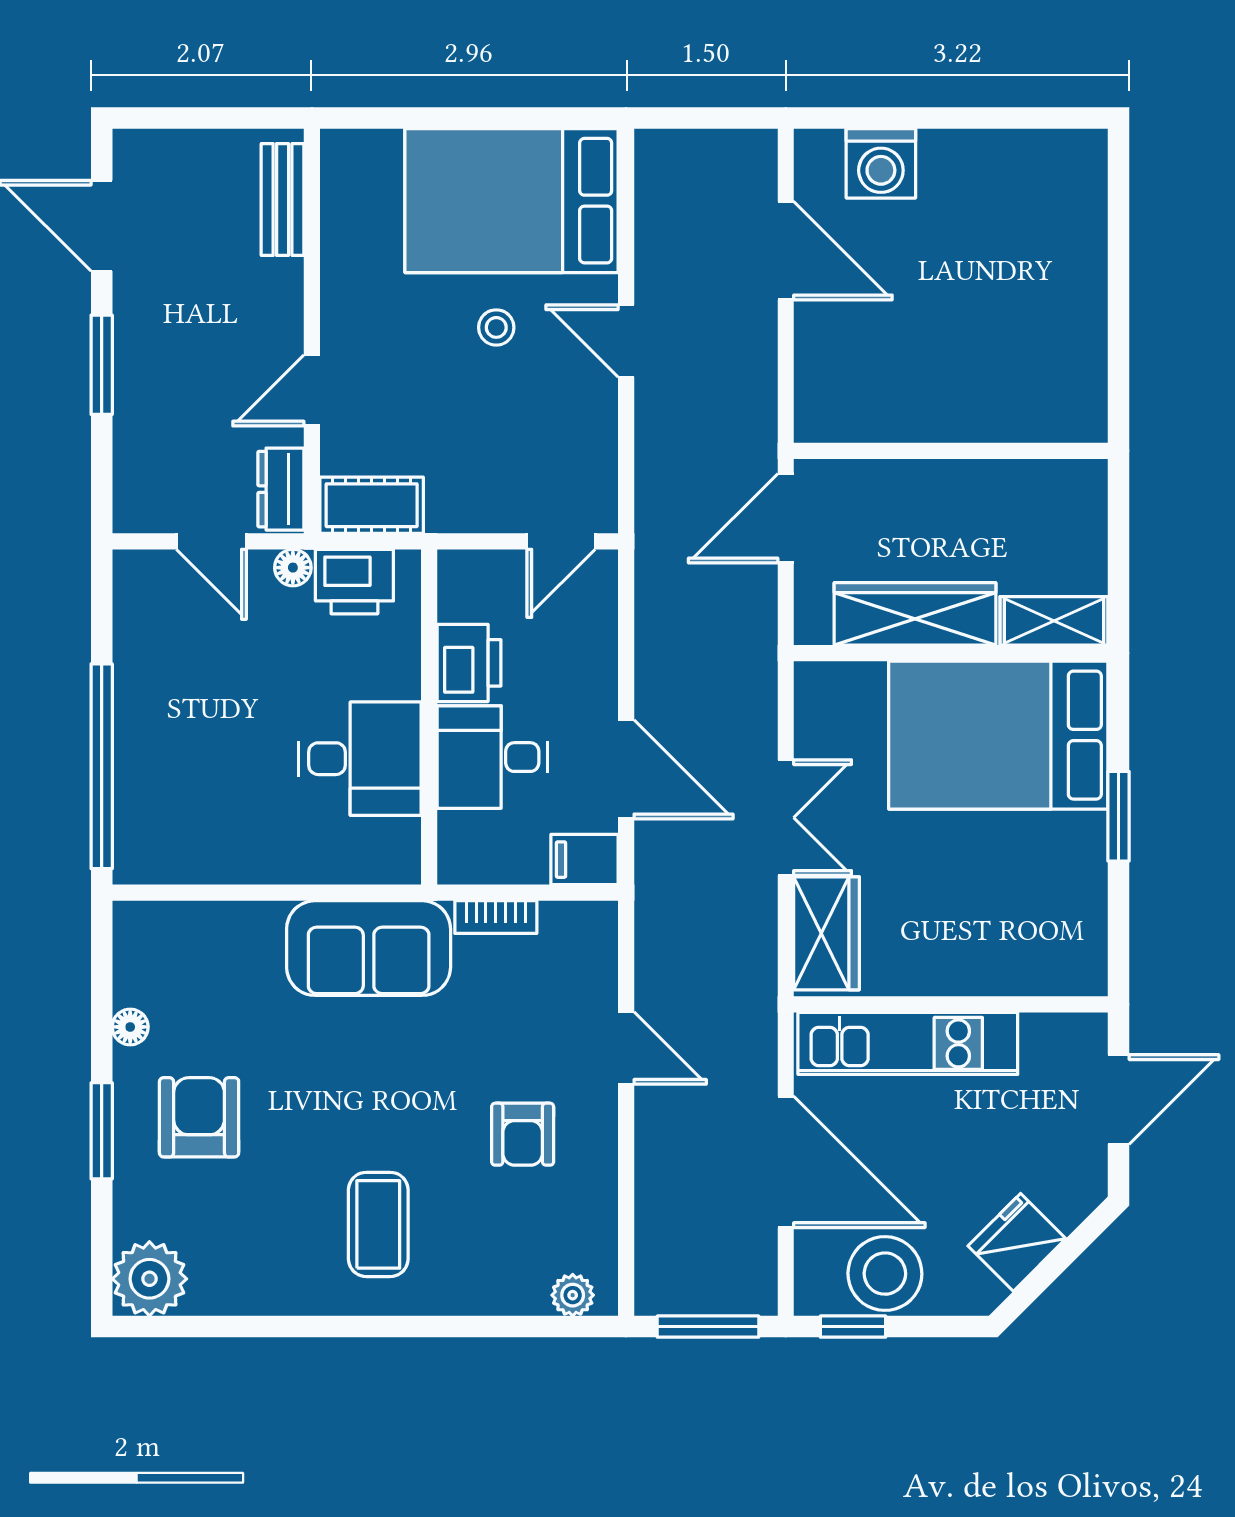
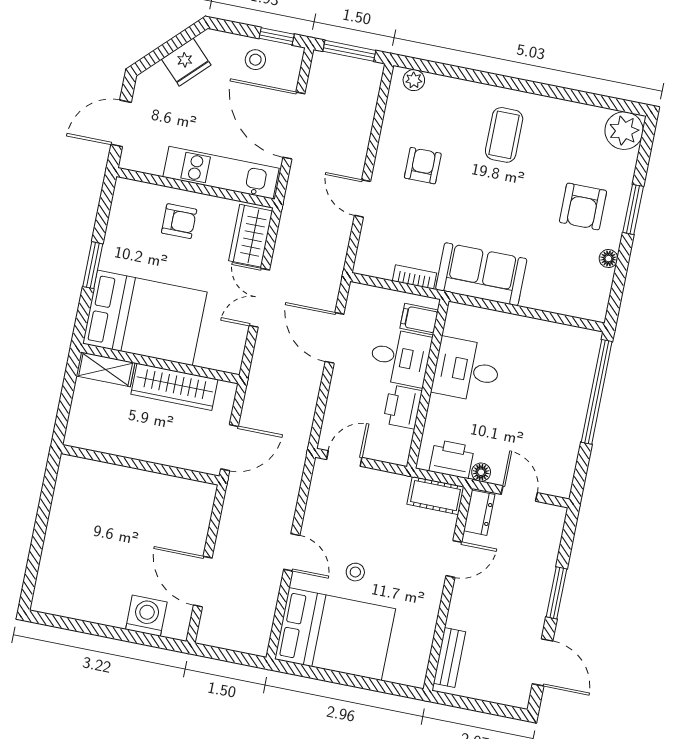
filing cabinet: (584, 860) -> (419, 319), moved, turned 180
armchair: (970, 934) -> (179, 221), added
stool: (885, 1274) -> (255, 60), width x0.53, depth x0.53

